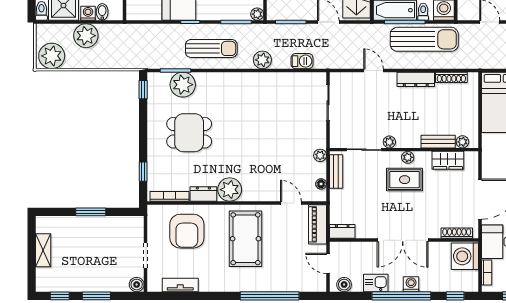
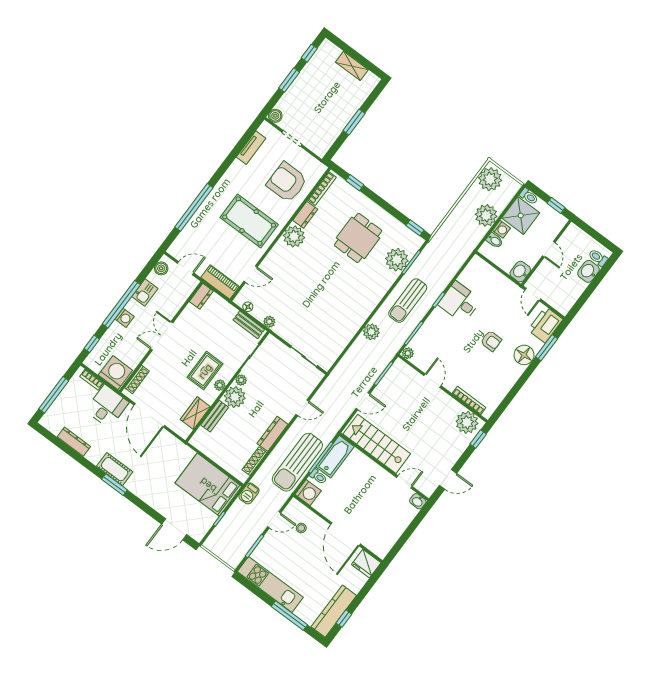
barbecue: (302, 61) -> (249, 493), moved
plant: (462, 142) -> (235, 397), moved, width x1.87, depth x1.87
double door: (403, 240) -> (162, 336), width x0.73

